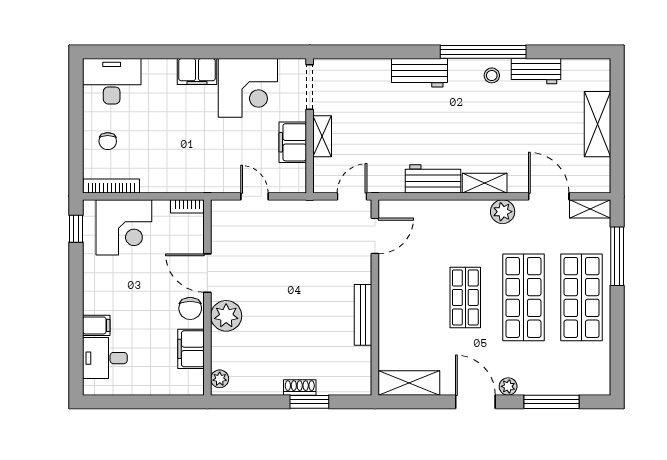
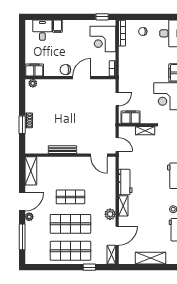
filing cabinet: (293, 142) -> (131, 117), moved
window: (617, 256) -> (89, 267), width x0.46
plant: (226, 316) -> (62, 86), removed
filing cabinet: (191, 349) -> (34, 70), moved

